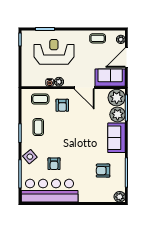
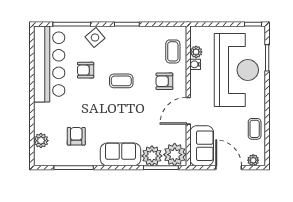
reception desk: (54, 52) -> (236, 70), width x1.36, depth x1.30
plant: (59, 82) -> (196, 52), moved
coffee table: (38, 127) -> (121, 81), moved
plant: (120, 197) -> (41, 141), moved

